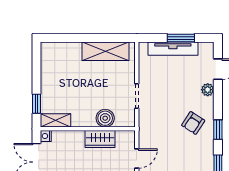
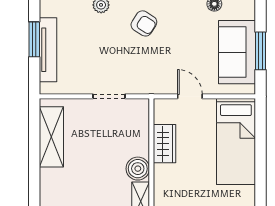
boiler: (105, 118) -> (138, 169), moved

